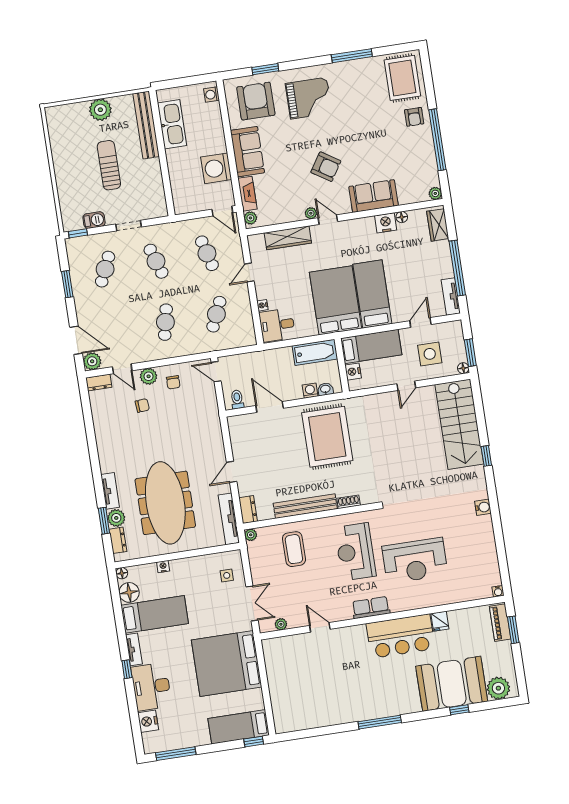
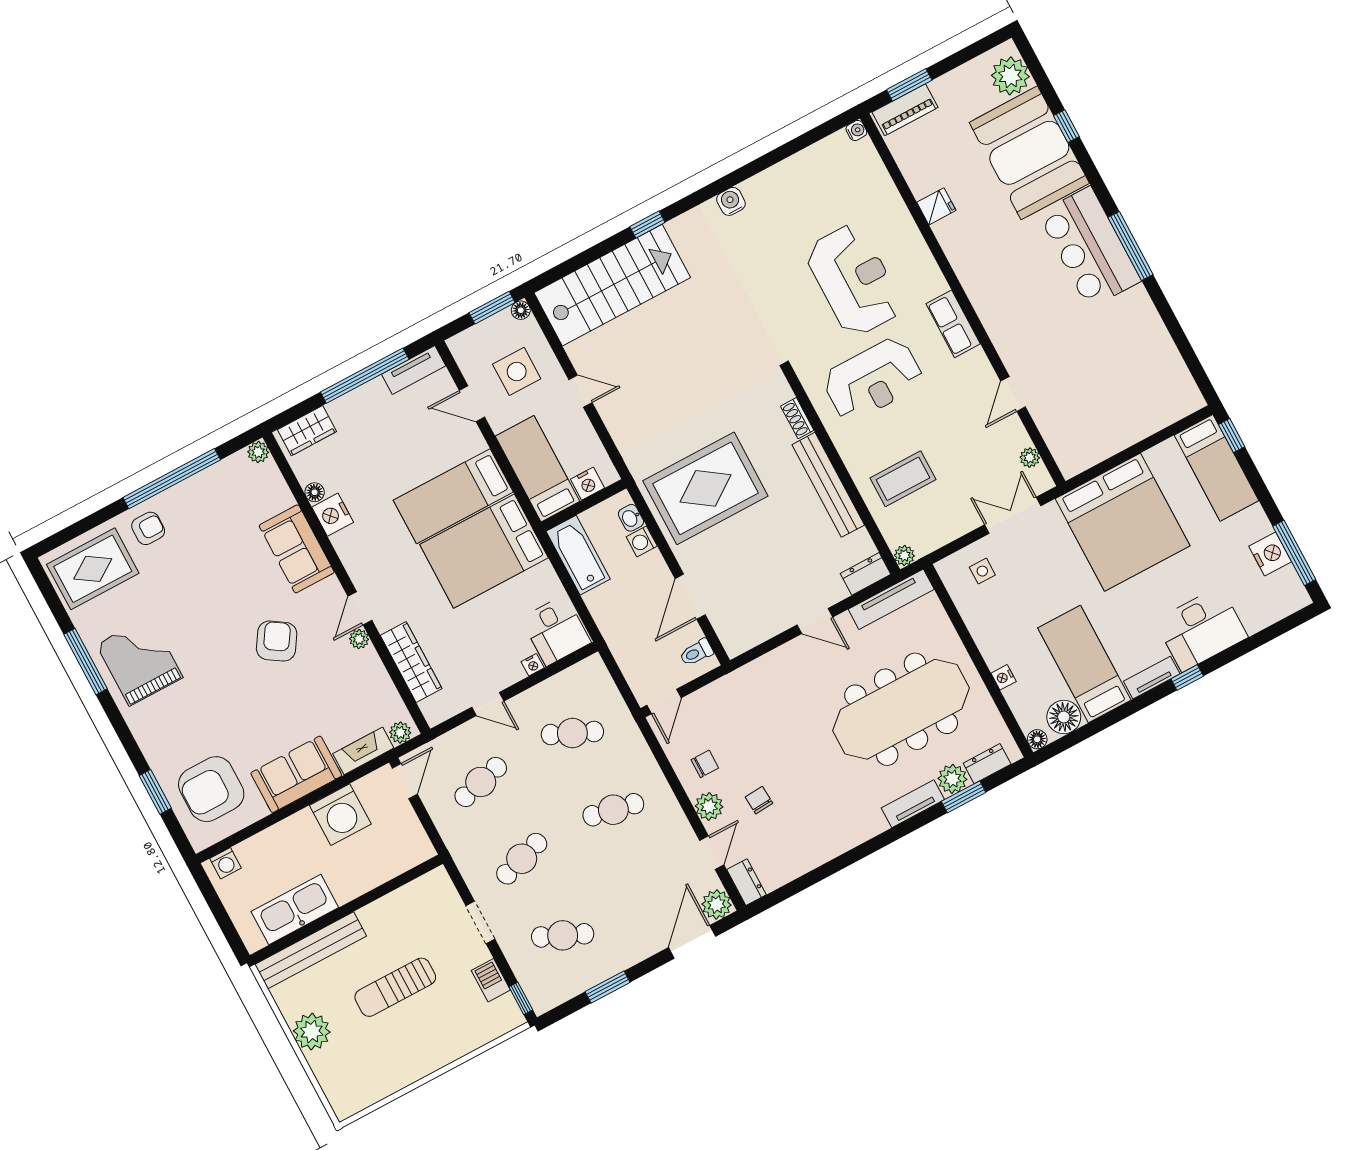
grand piano: (309, 98) -> (140, 661), moved
bar counter: (401, 636) -> (1090, 247), moved, turned 180
nightstand: (148, 721) -> (1270, 554), moved, turned -90

